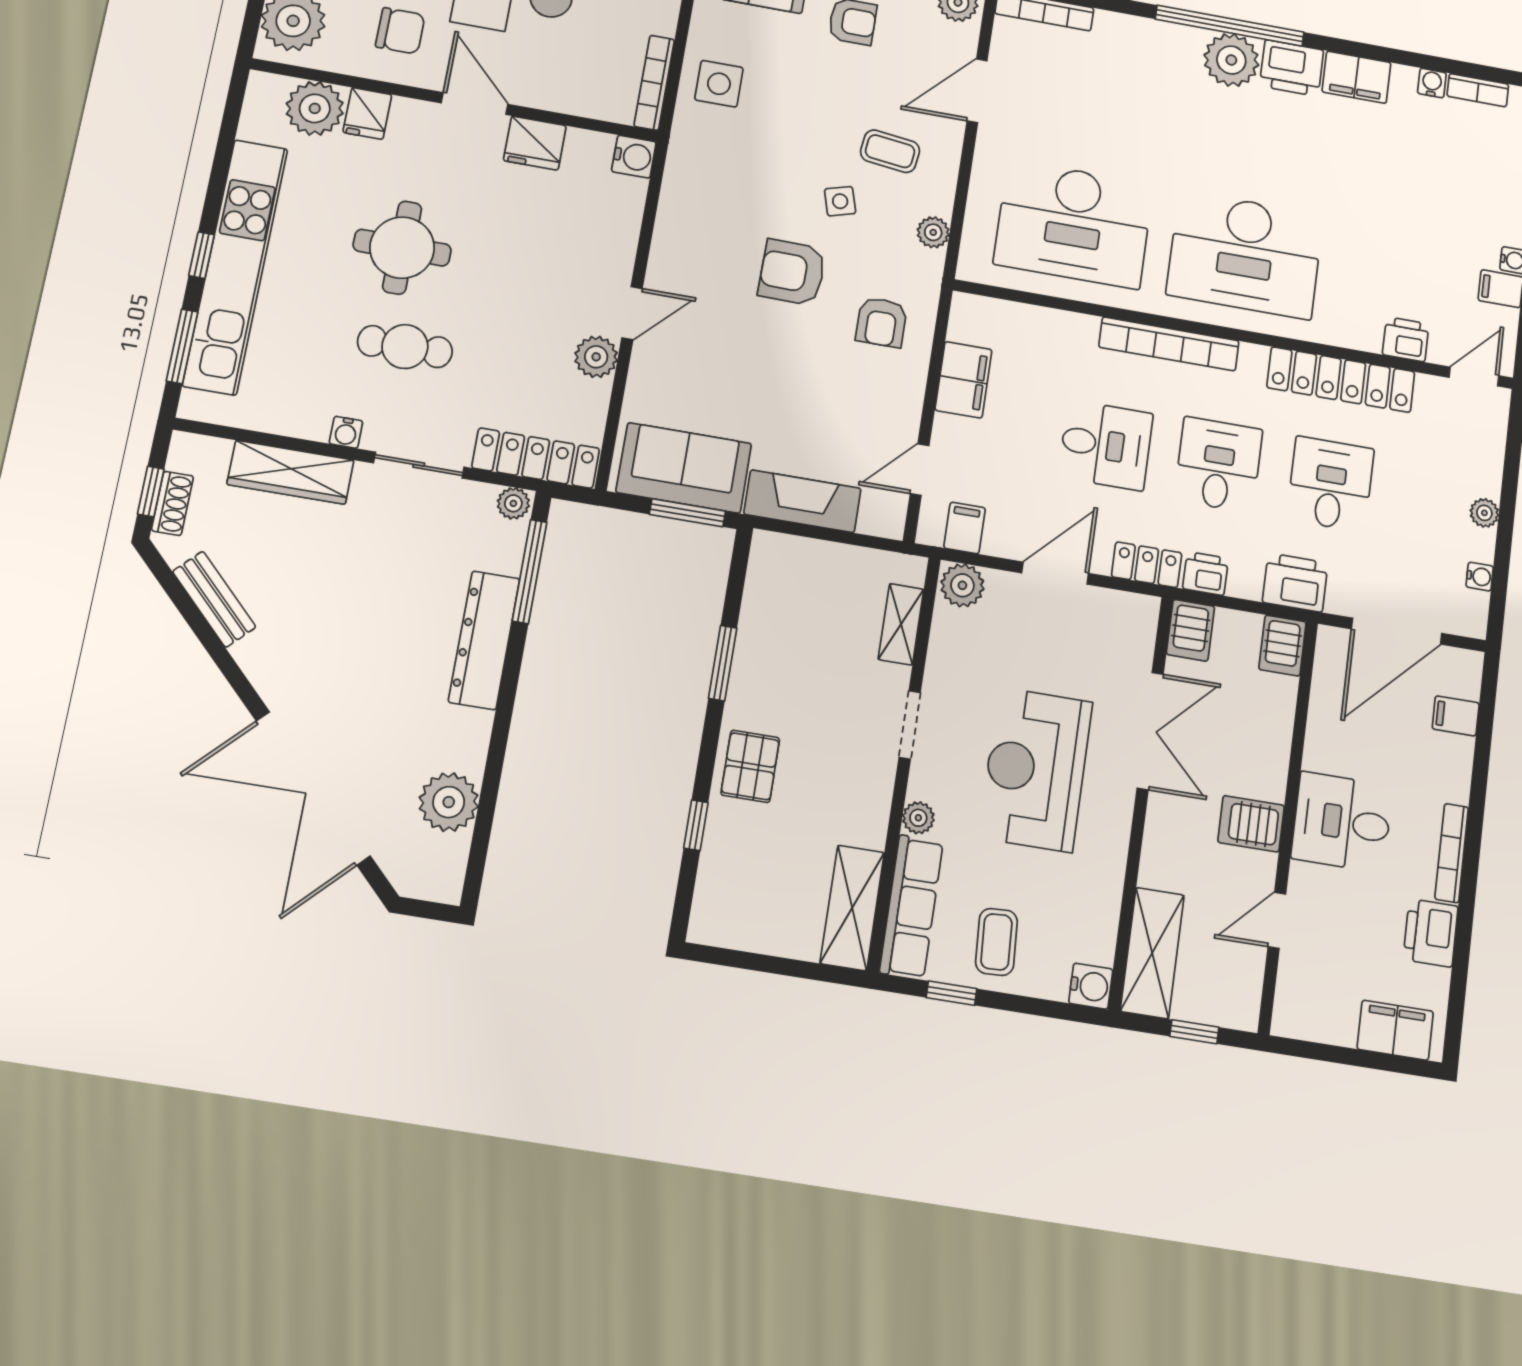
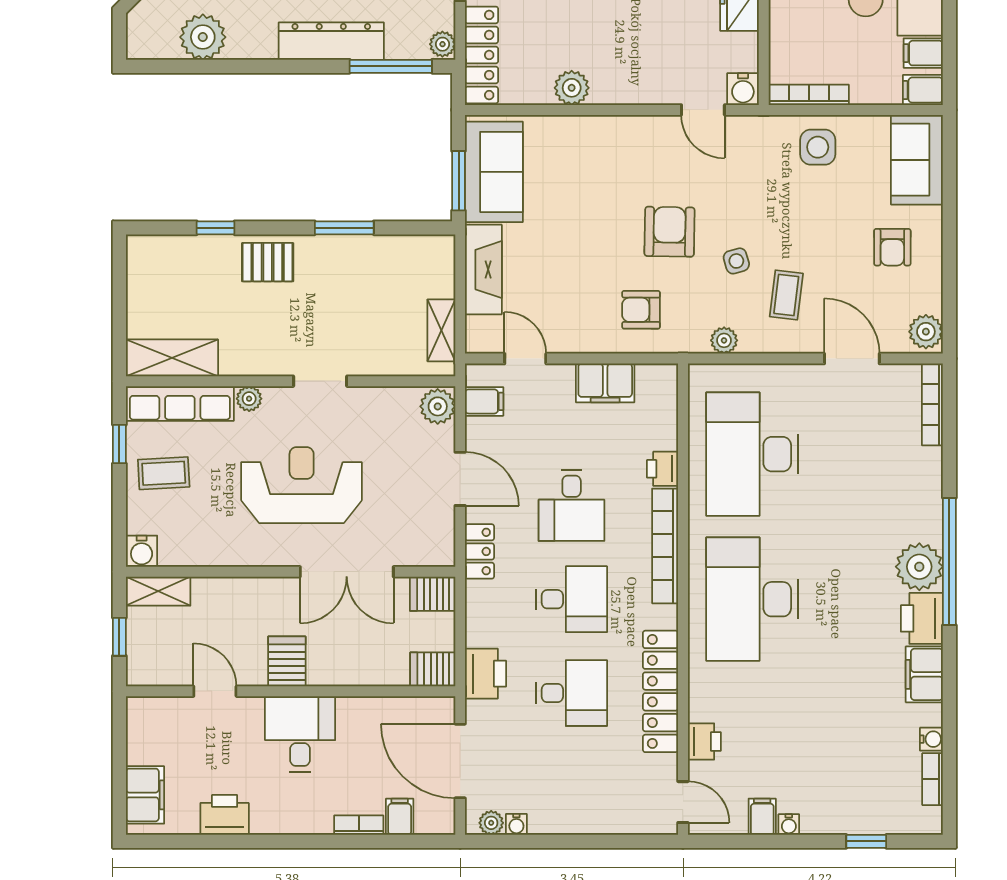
door: (632, 313) -> (703, 110), moved
plant: (1484, 513) -> (491, 823), moved
printer: (1206, 574) -> (663, 469), moved, turned 180
shelving: (901, 624) -> (441, 330), moved, turned 90
bookcase: (1452, 853) -> (359, 825), moved, width x0.64
shelving: (1152, 953) -> (158, 591), width x0.67, depth x0.75

